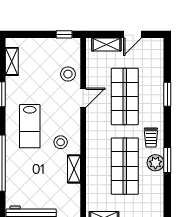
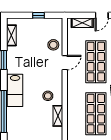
window: (64, 34) -> (38, 15), moved
lab bench: (30, 126) -> (15, 90), moved

